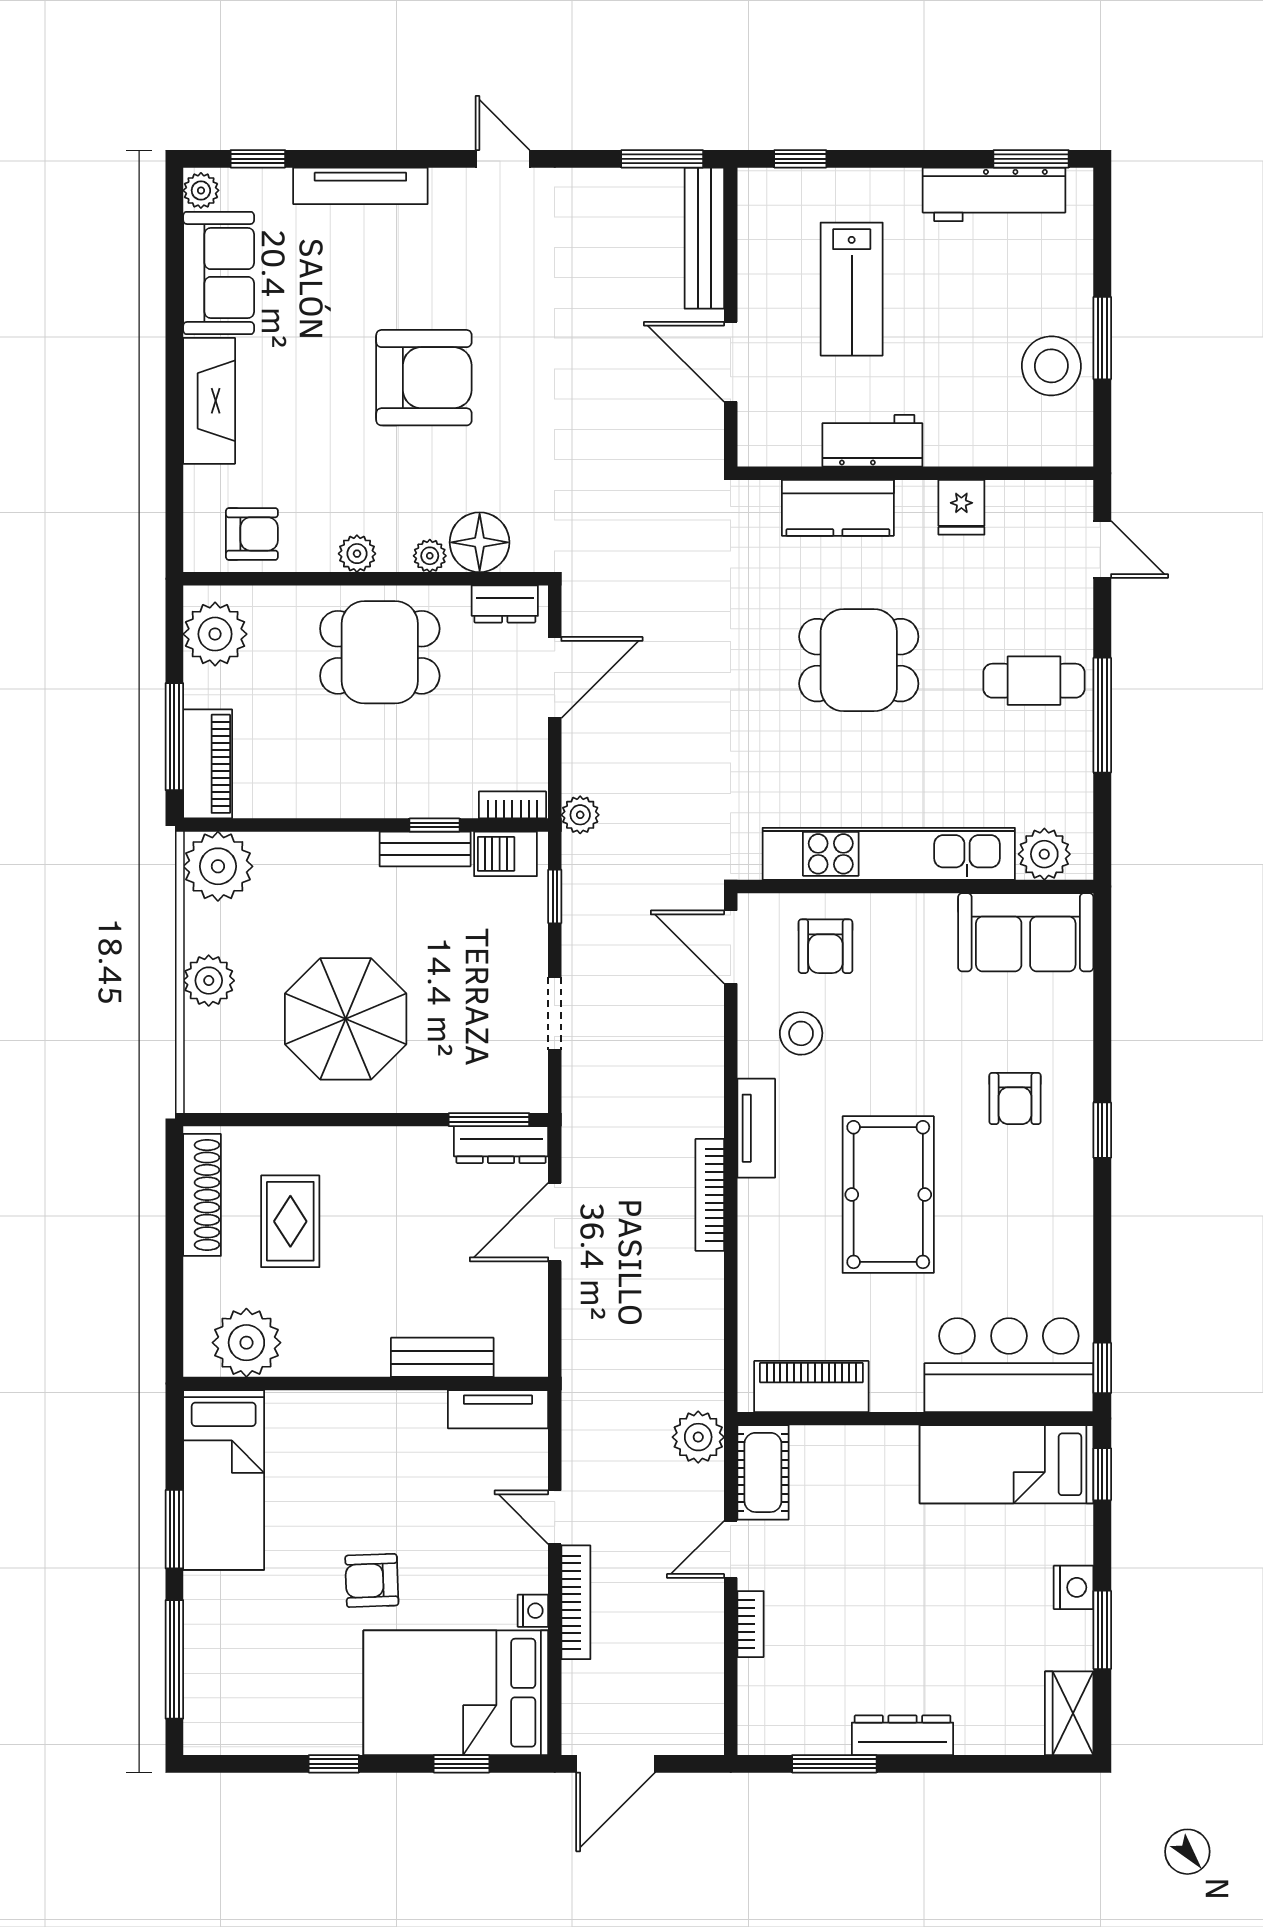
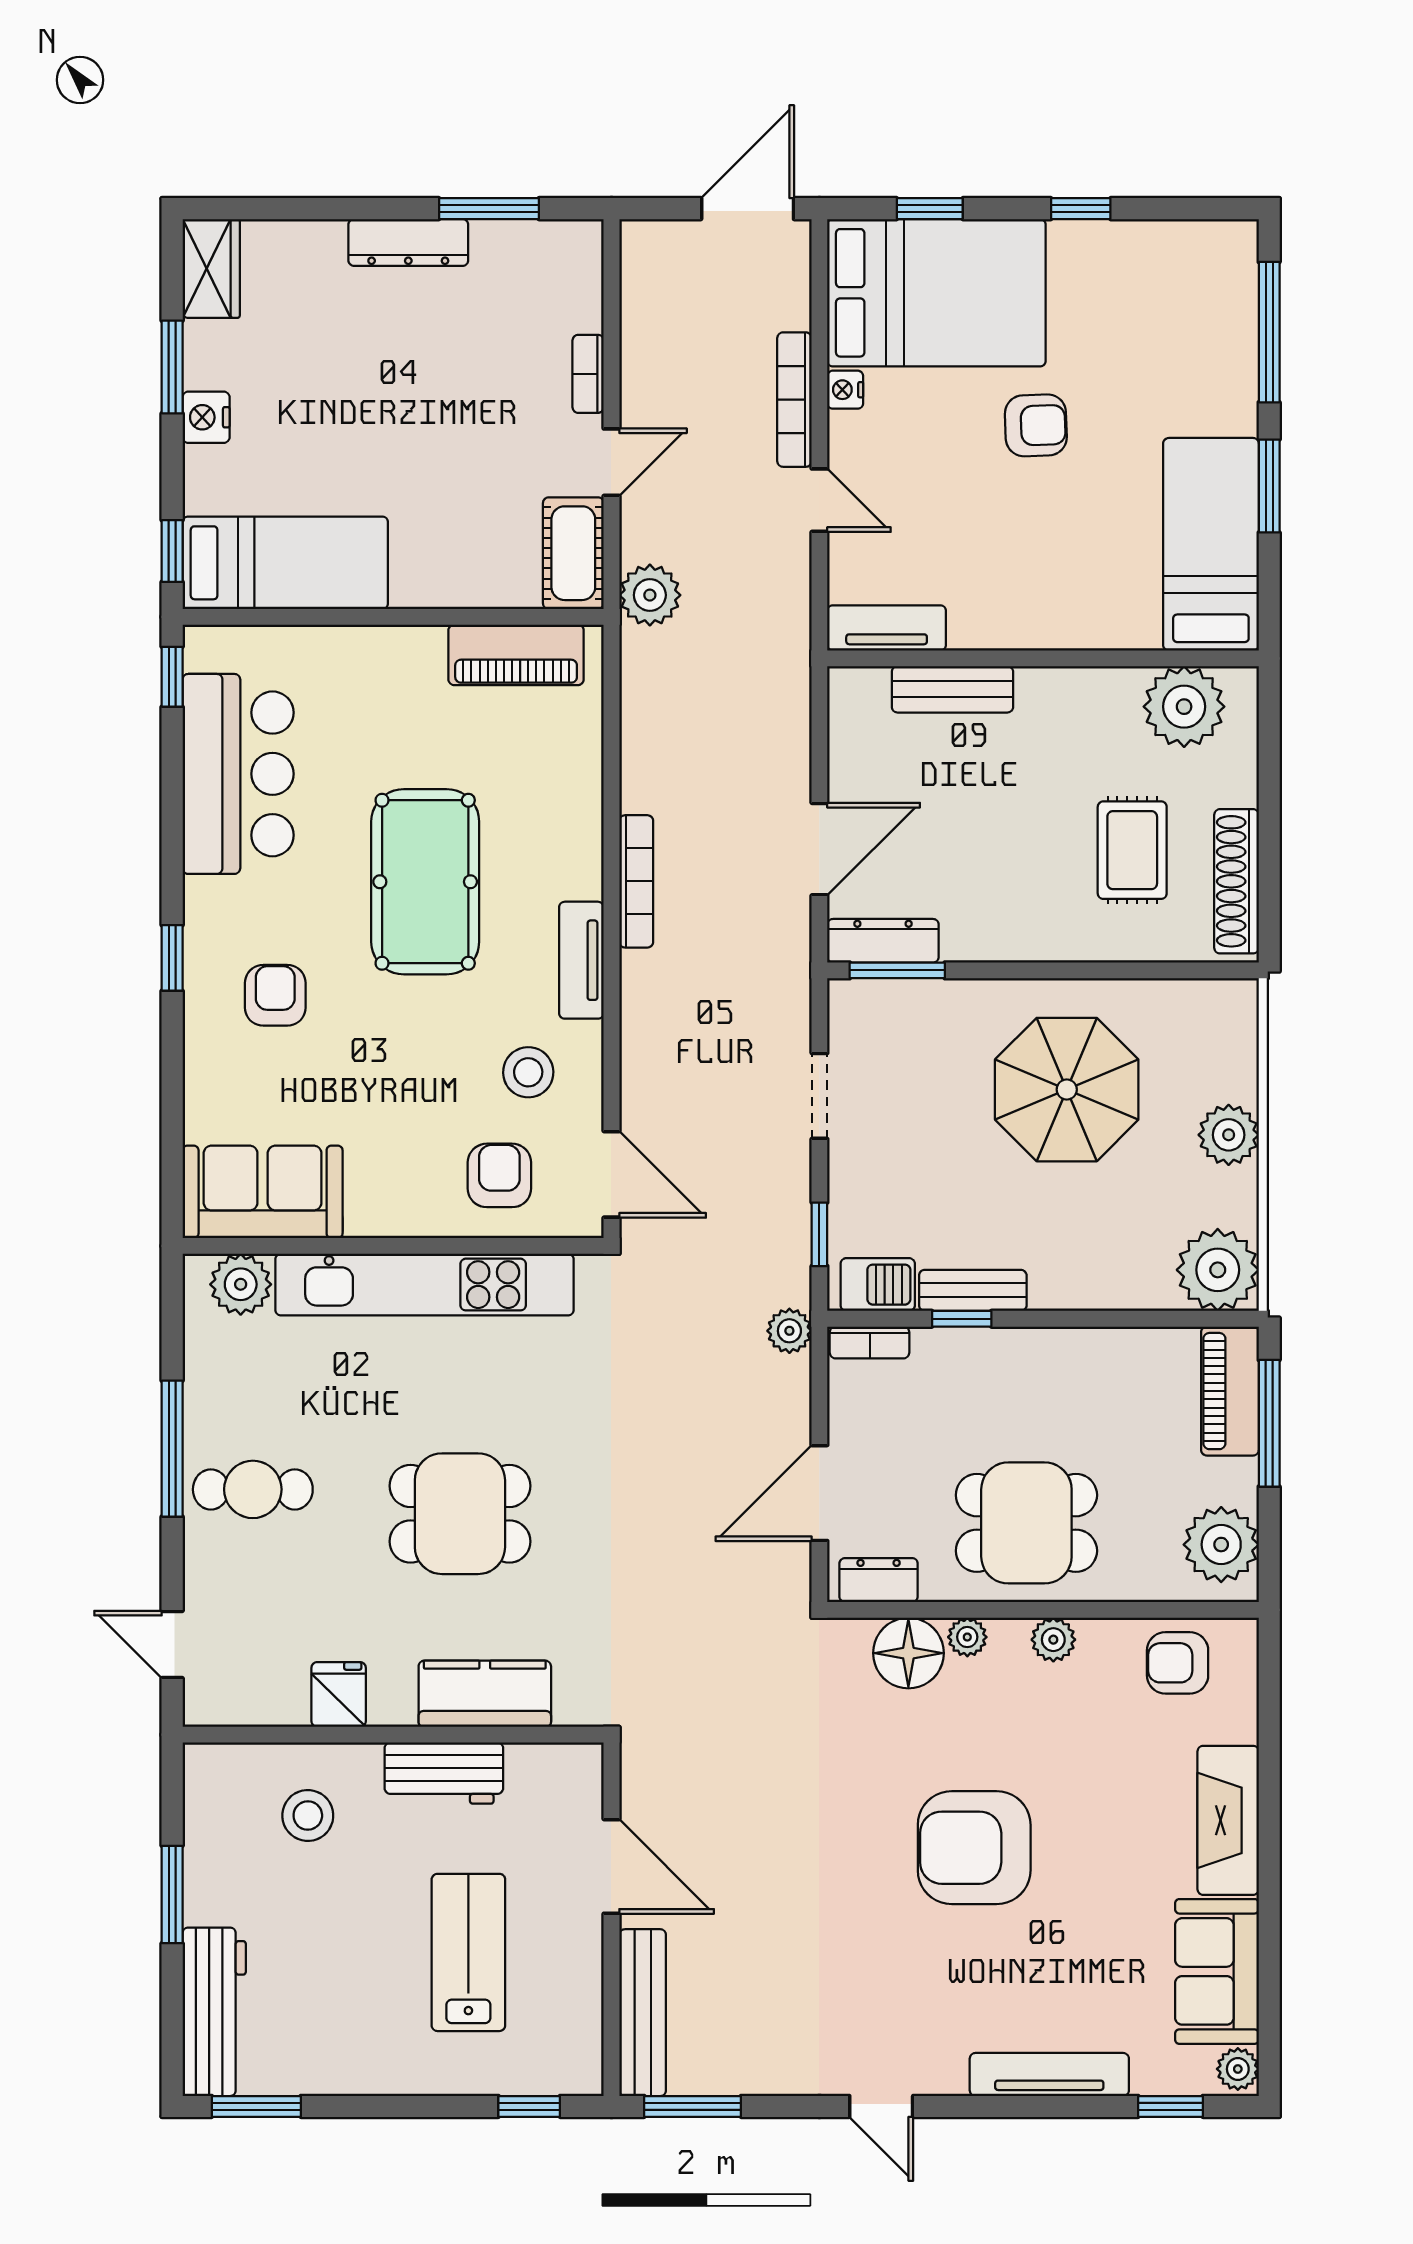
workbench: (994, 194) -> (214, 2012), moved, turned 90
stool: (1051, 366) -> (308, 1816), moved, width x0.73, depth x0.73
bar counter: (1009, 1365) -> (238, 774), moved, turned -90

